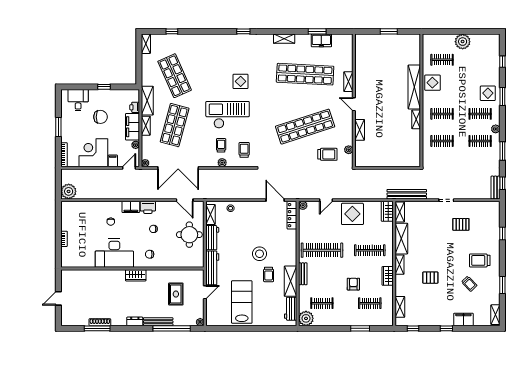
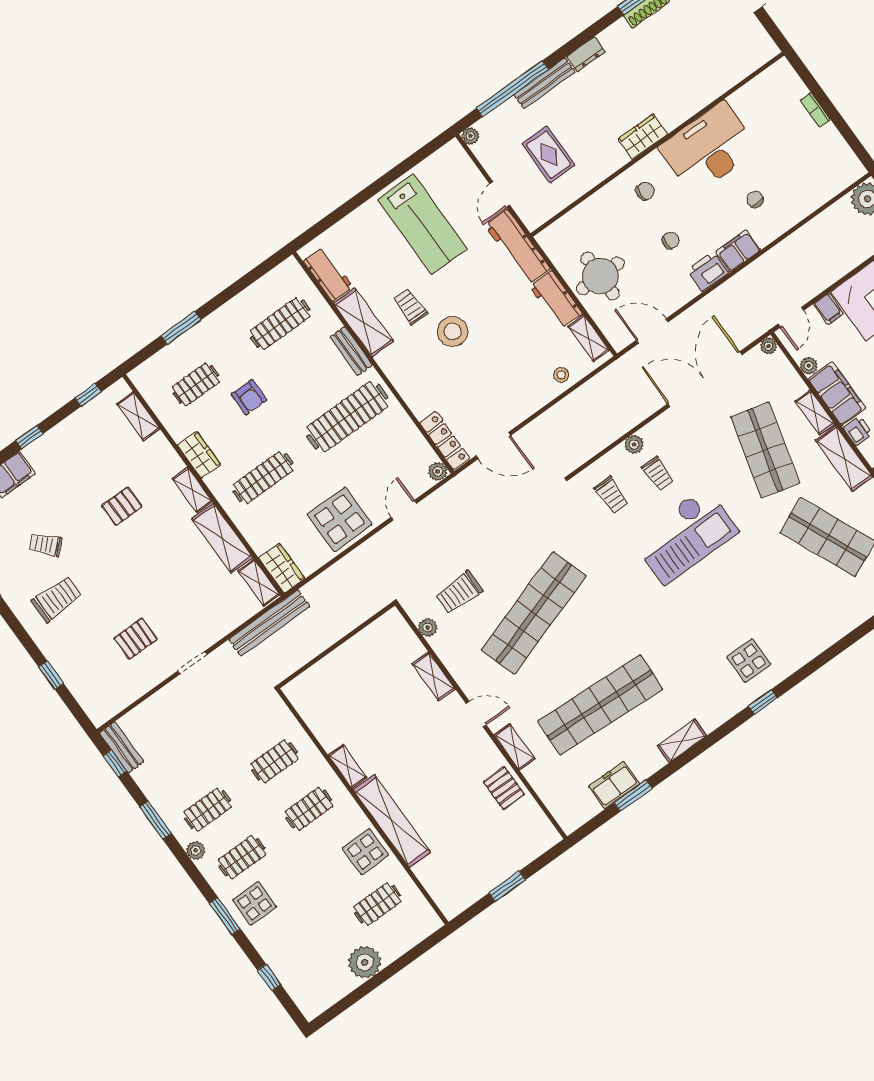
pallet: (363, 69) -> (504, 788), added
display table: (241, 81) -> (749, 661), moved
clothes rail: (322, 303) -> (280, 324), width x1.36
plant: (306, 318) -> (289, 277), removed

